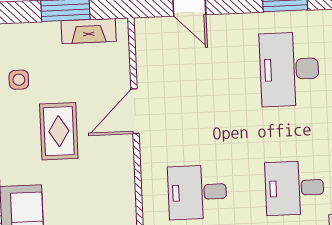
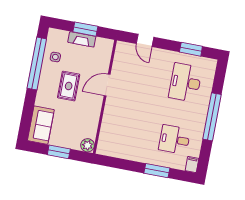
fireplace: (89, 31) -> (82, 39), moved
desk: (197, 192) -> (128, 131), removed

